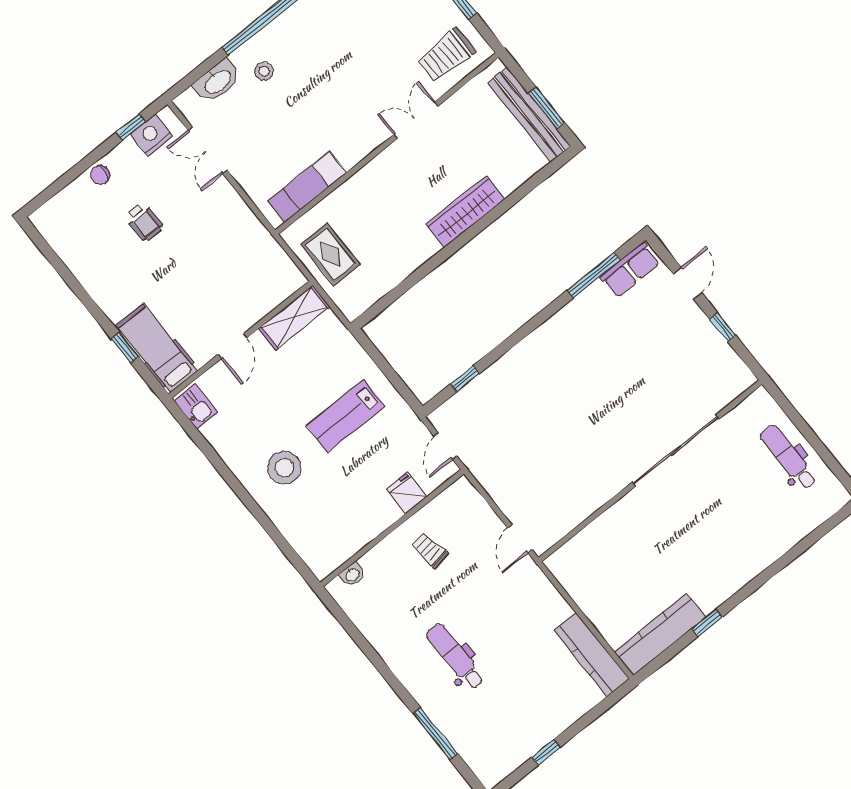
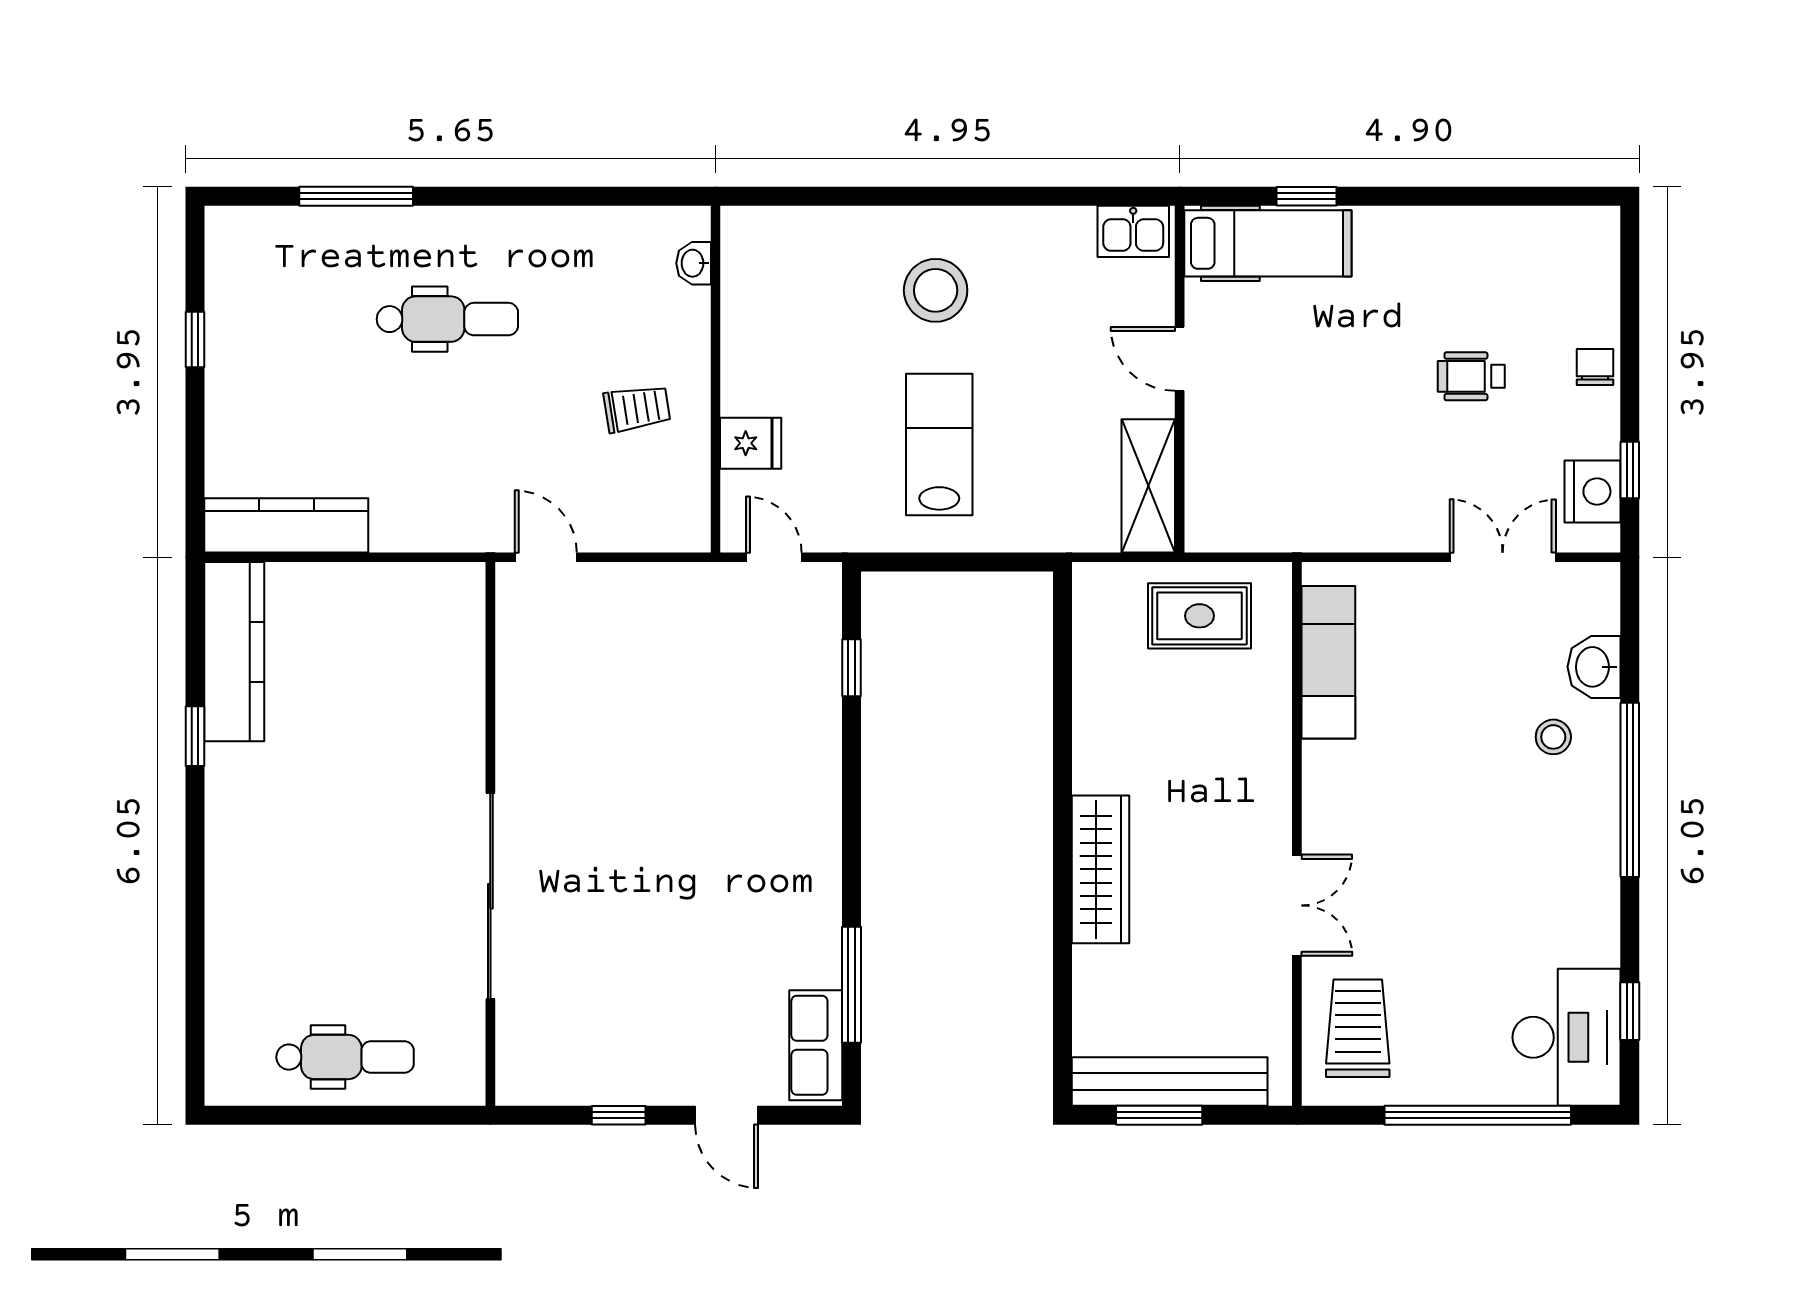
washbasin: (217, 81) -> (1594, 667), width x0.72

